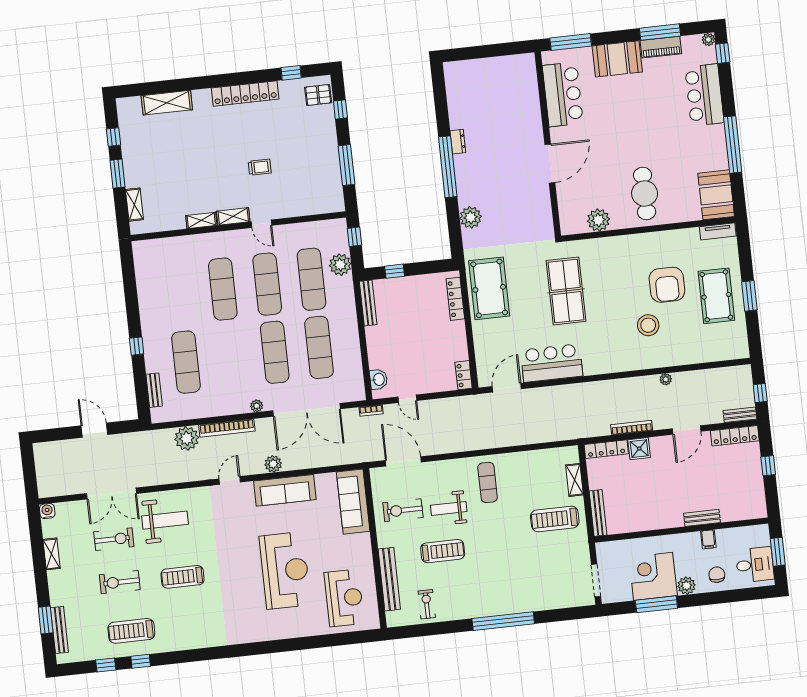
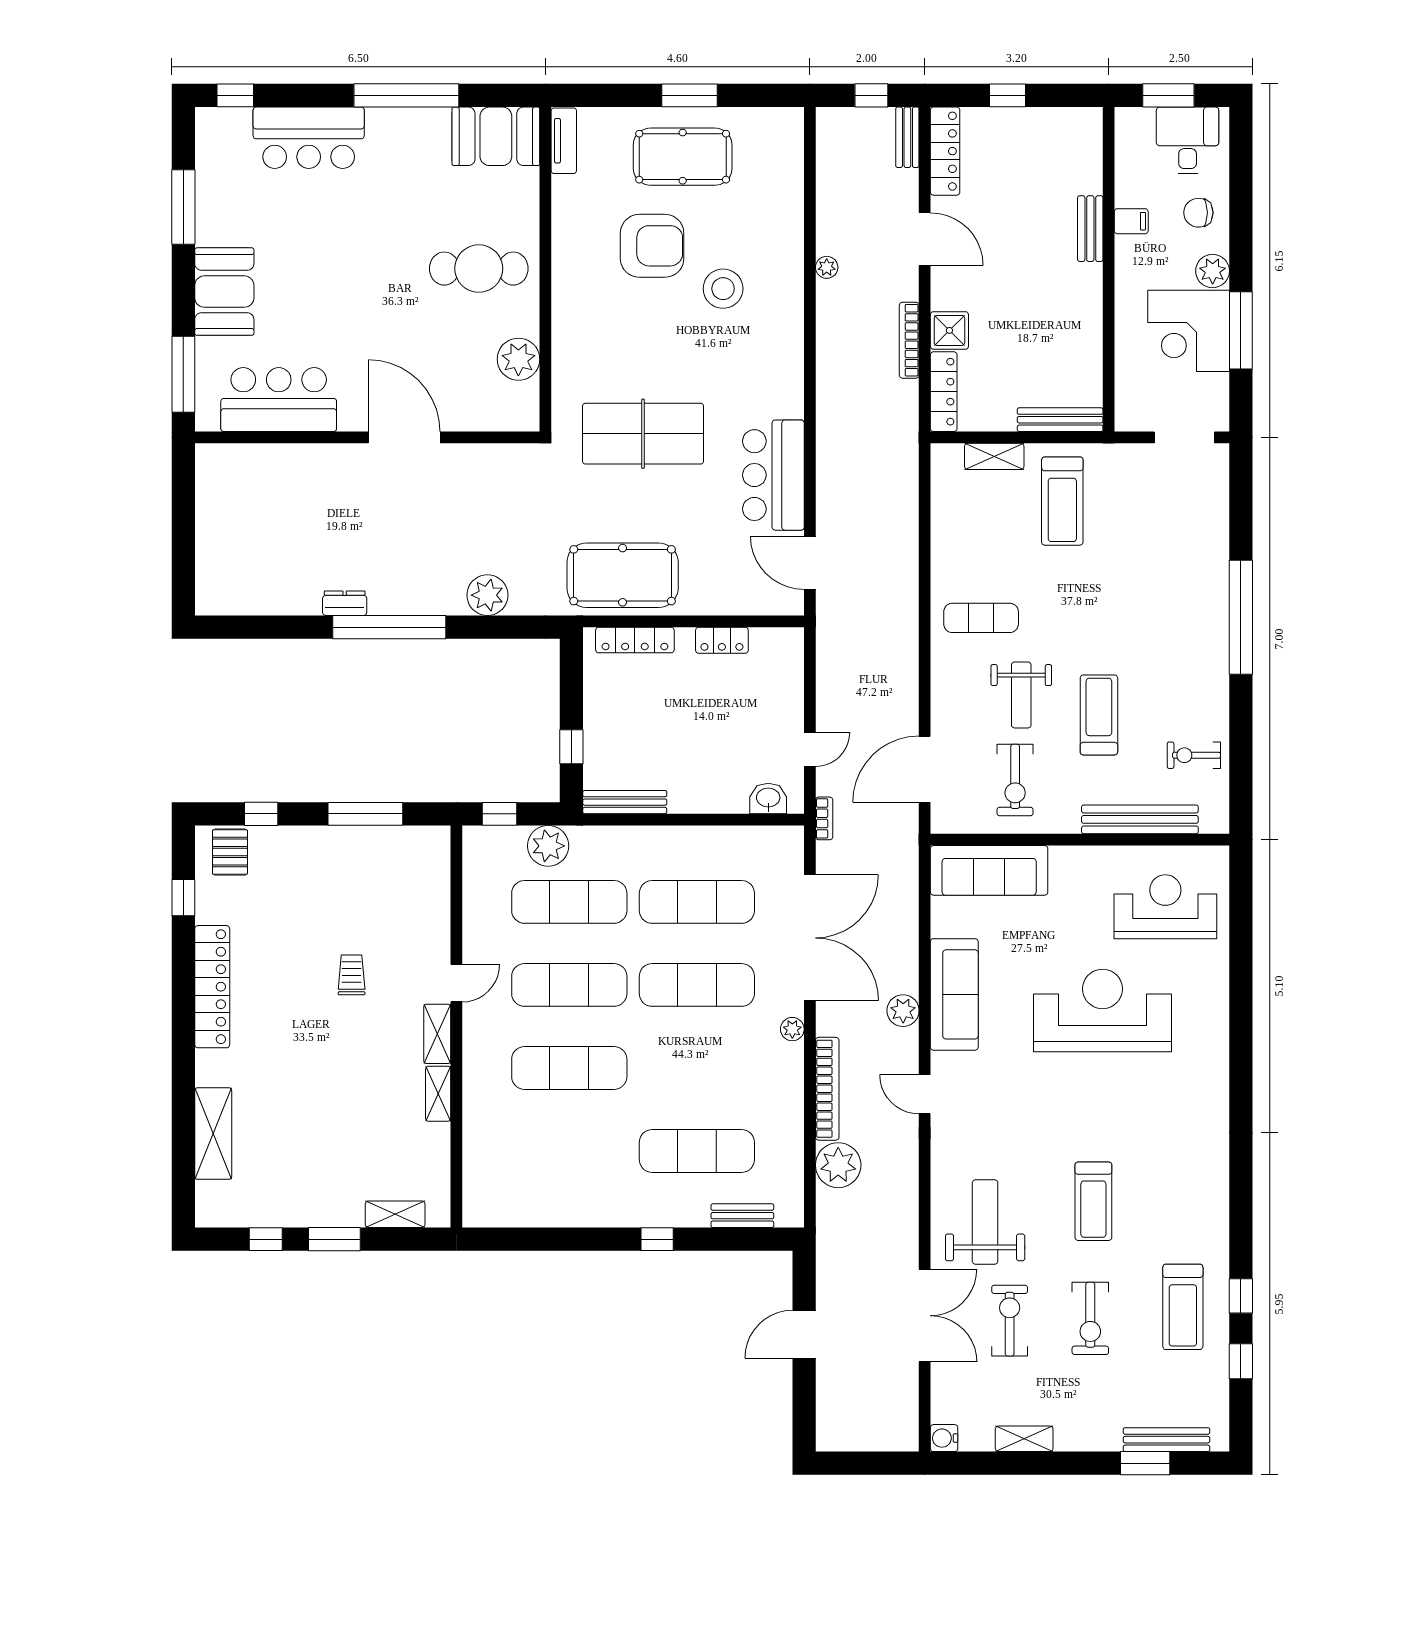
plant: (708, 39) -> (207, 119), removed
piano: (661, 47) -> (211, 208), removed
locker: (464, 375) -> (722, 640), moved

